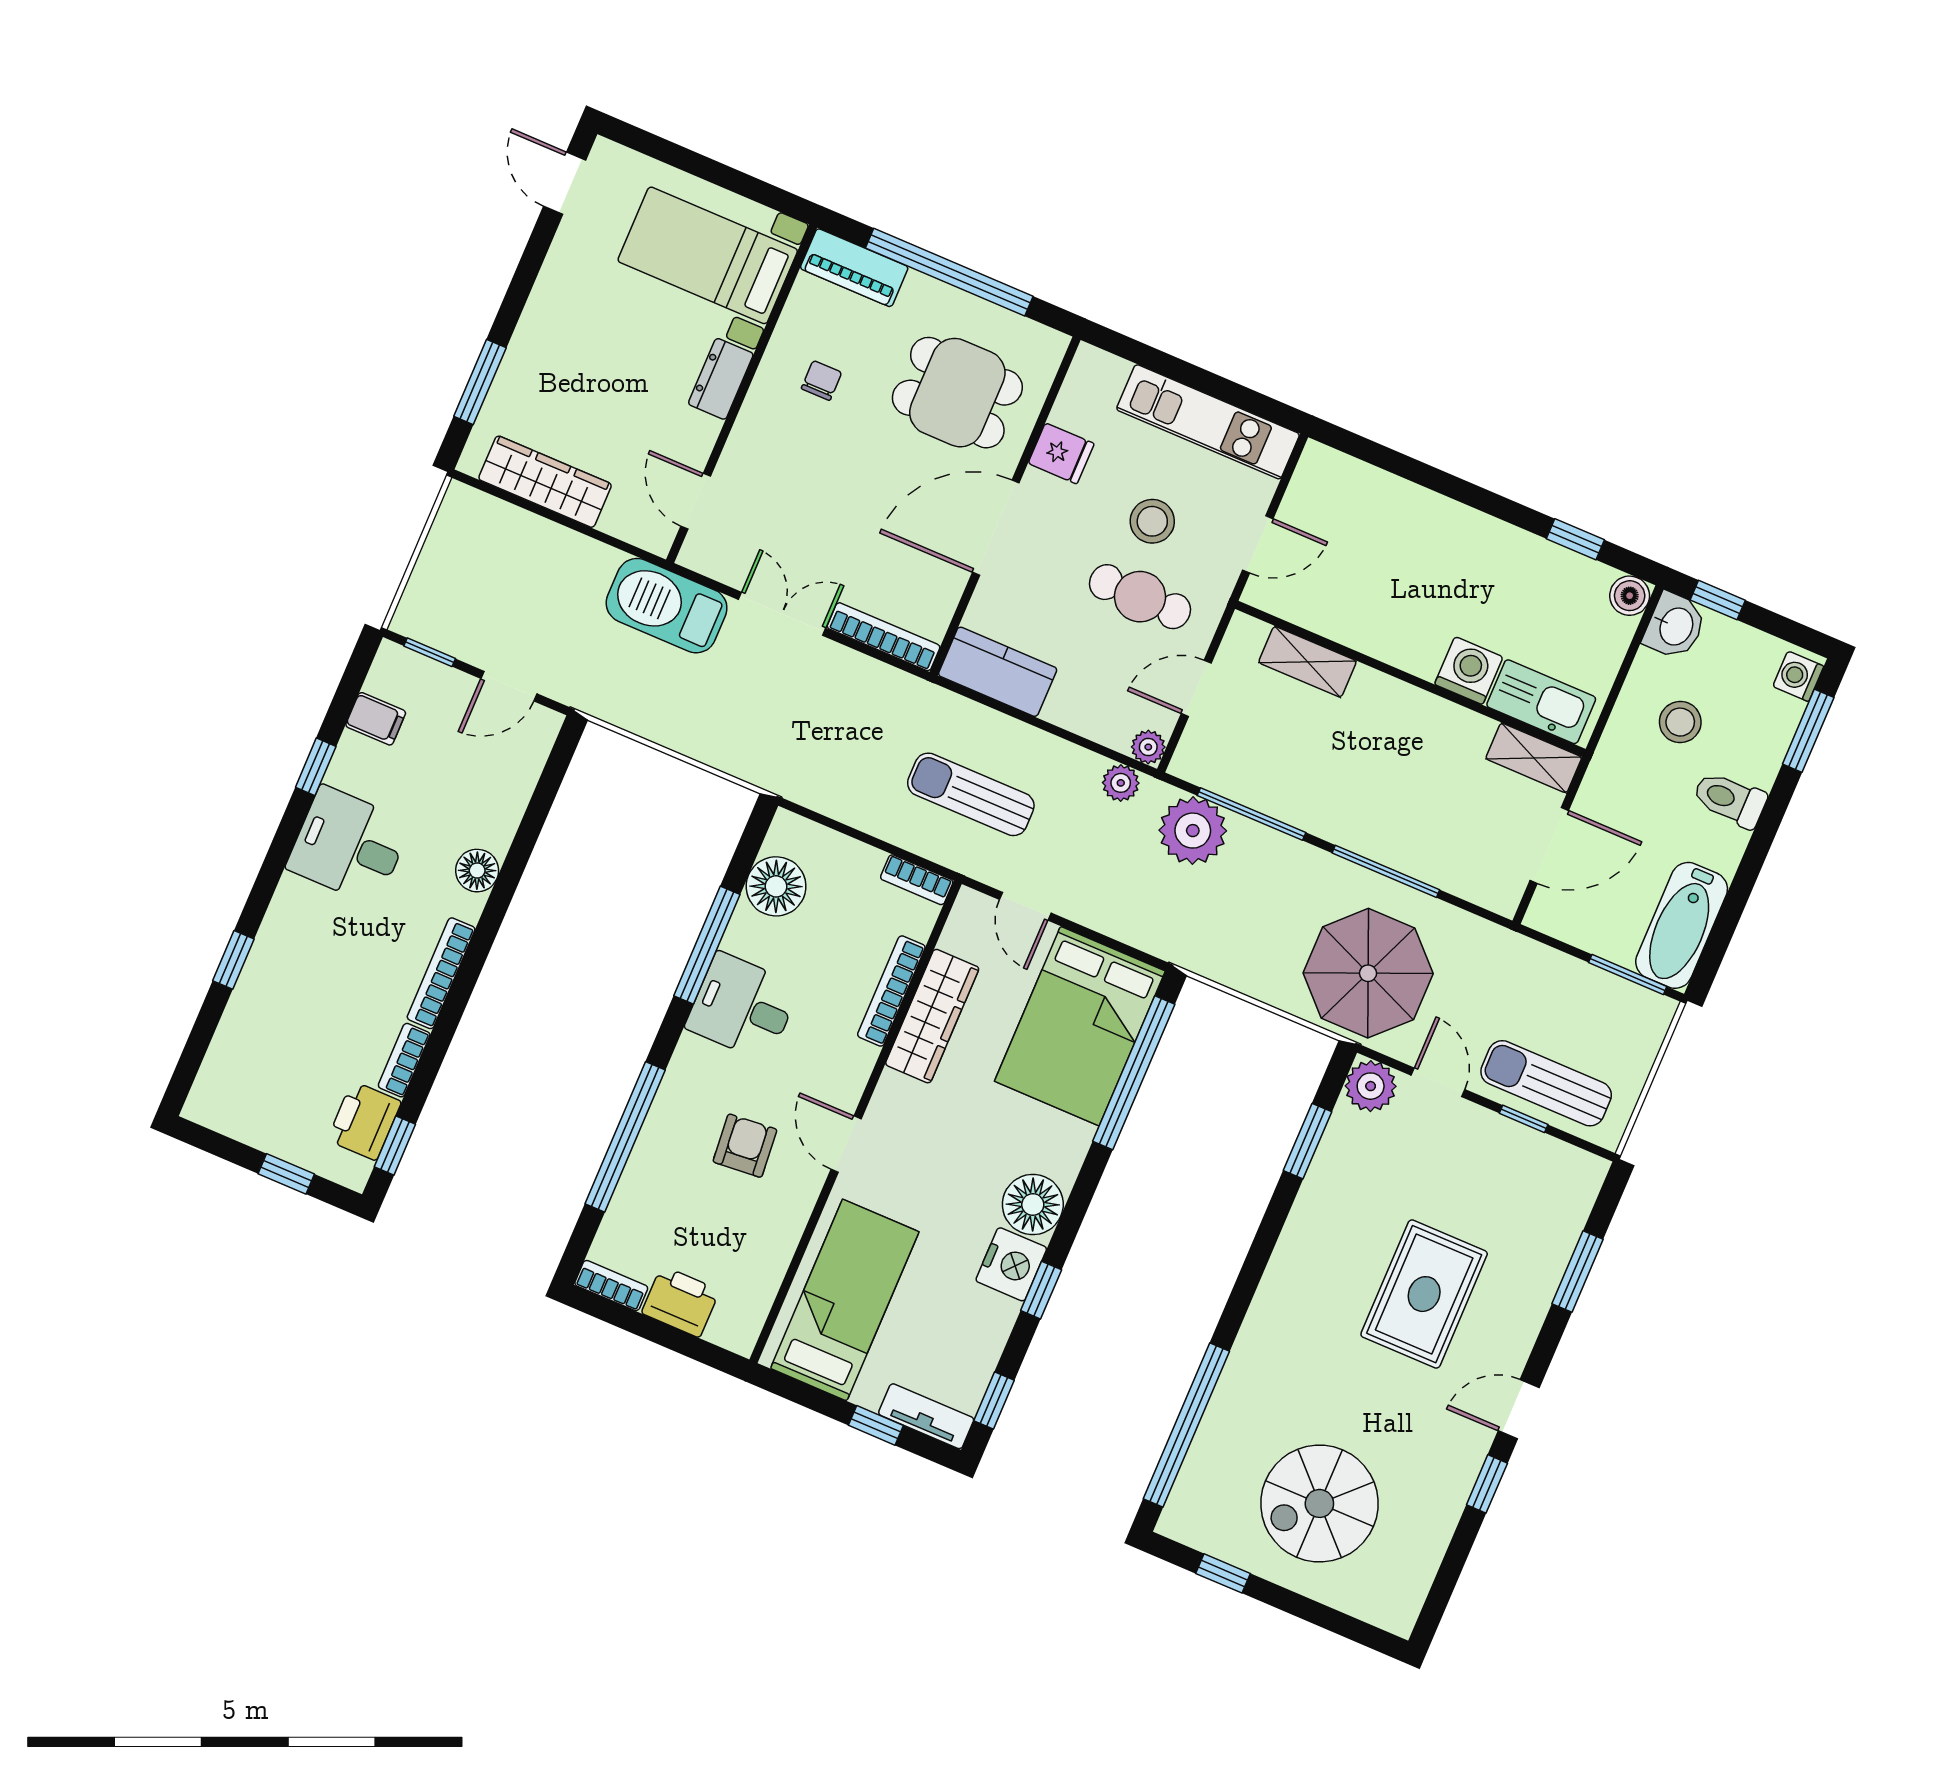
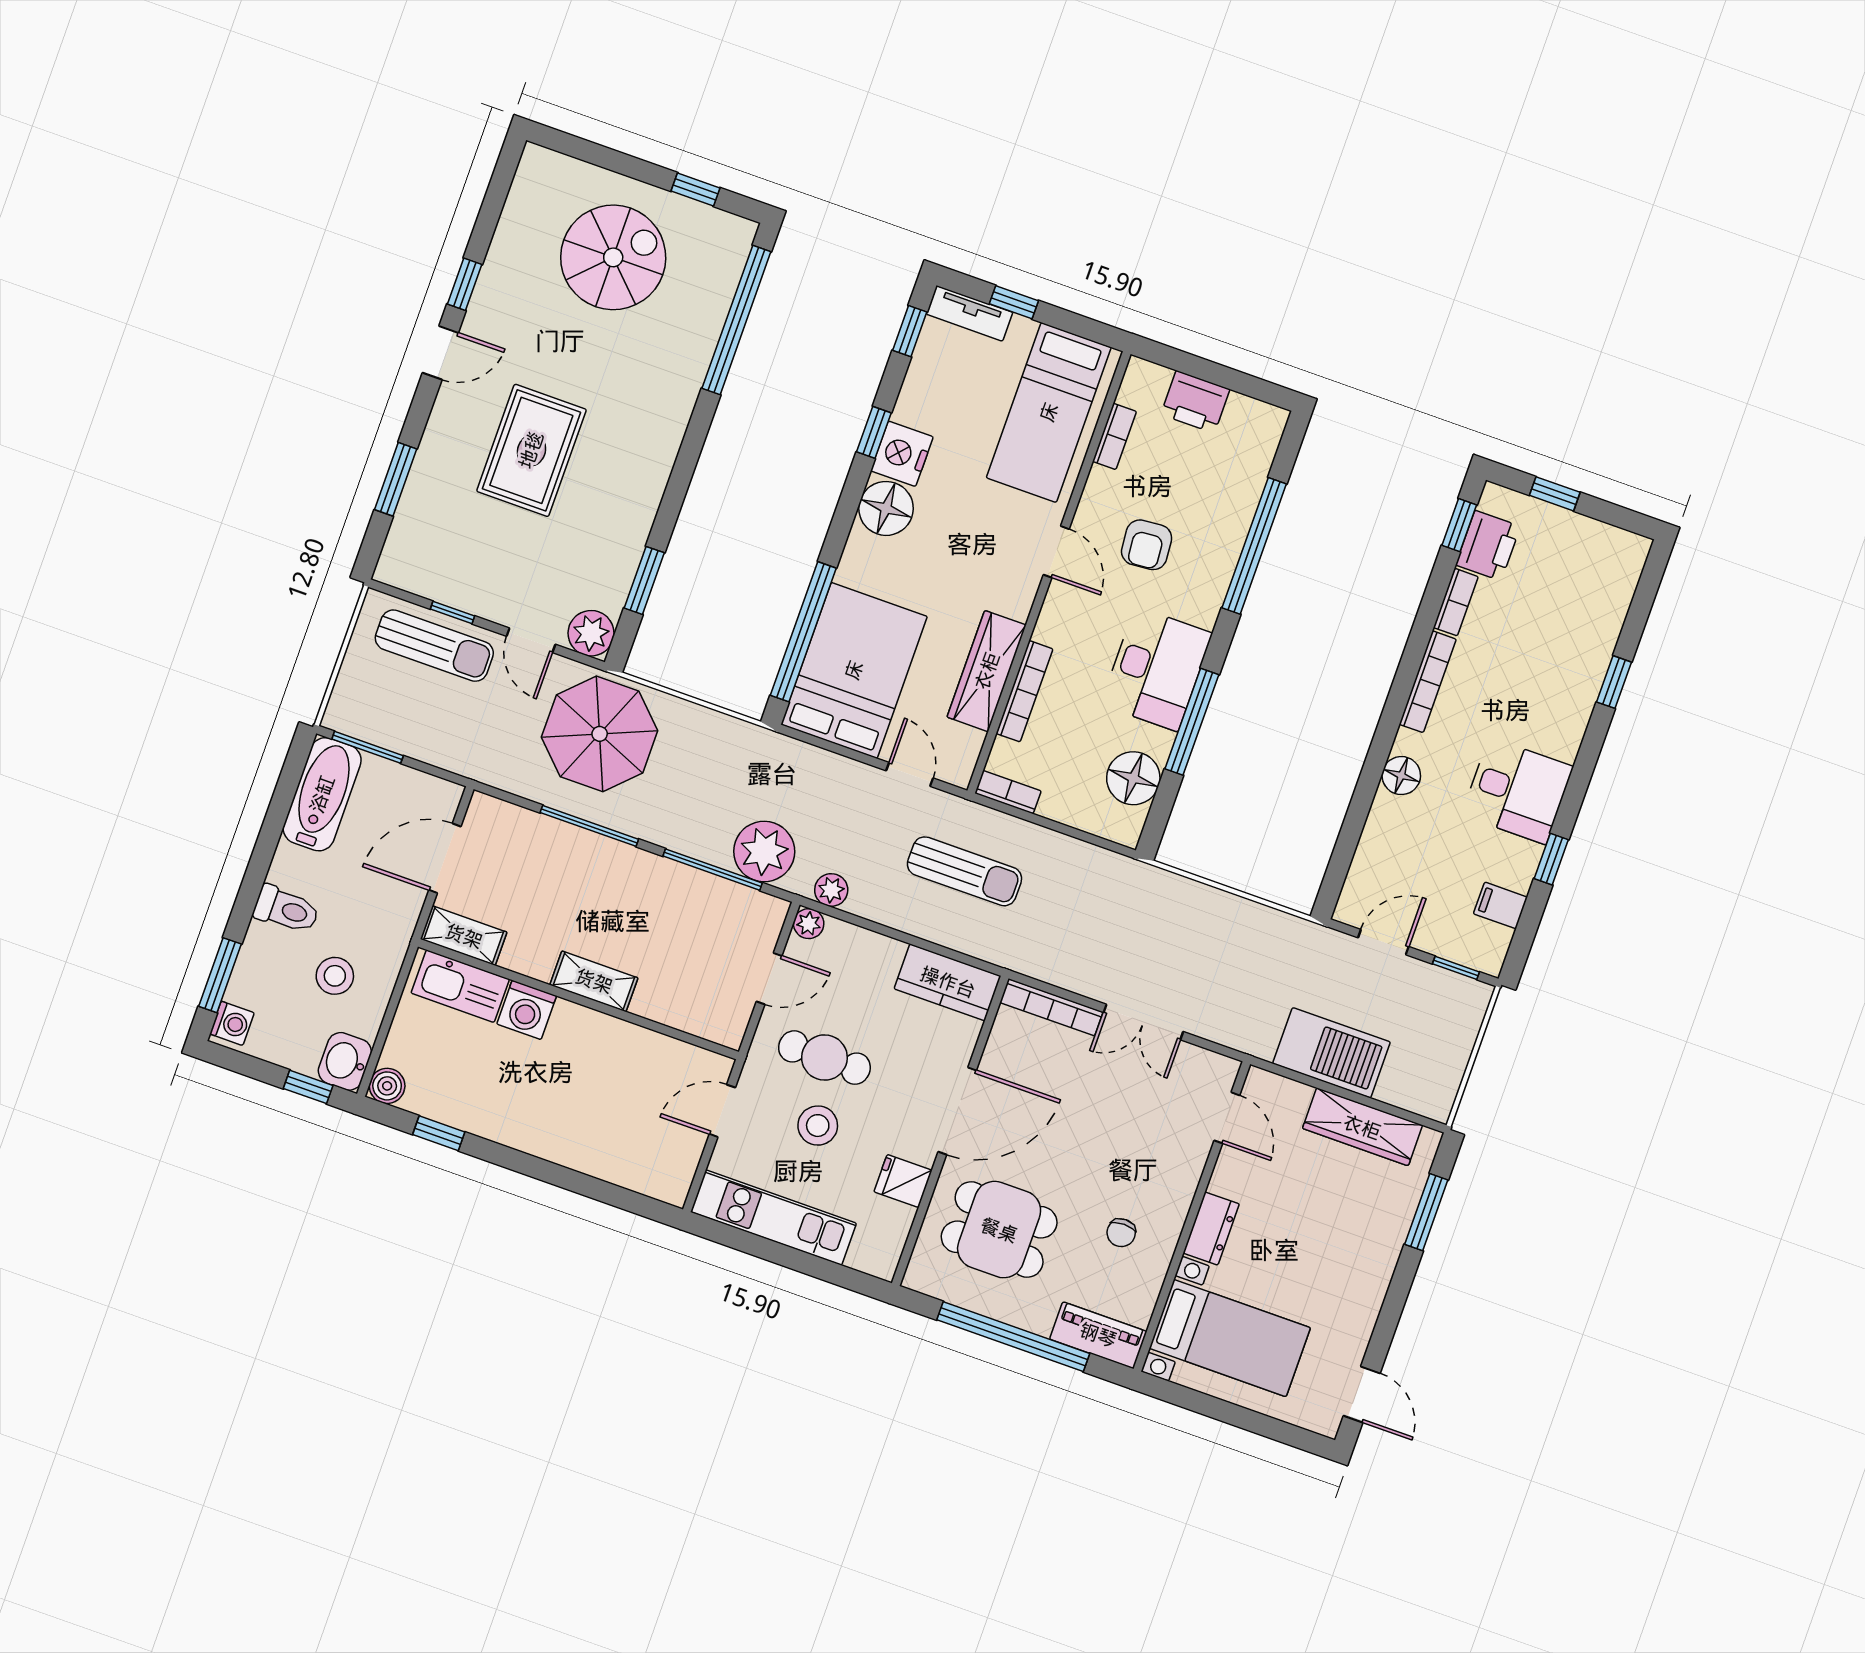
barbecue: (667, 606) -> (1331, 1053), moved
shelving: (1307, 662) -> (594, 981), moved
desk: (743, 1007) -> (1156, 669), width x1.37
bookcase: (611, 1286) -> (1114, 436), moved, turned -90

